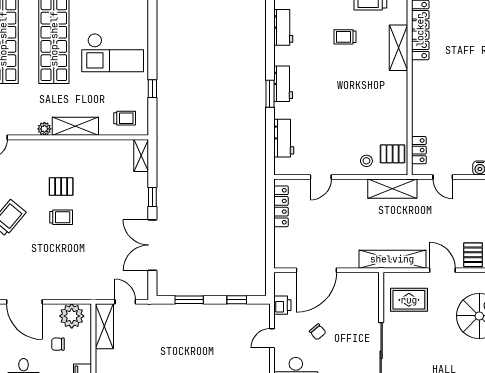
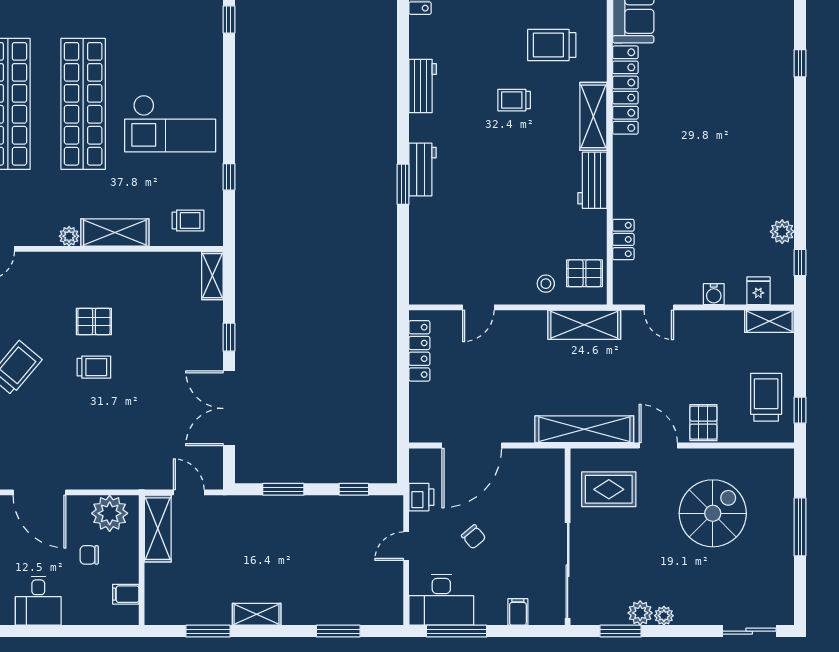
workbench: (284, 138) -> (592, 180), moved, turned 180
locker: (419, 150) -> (623, 239), moved

